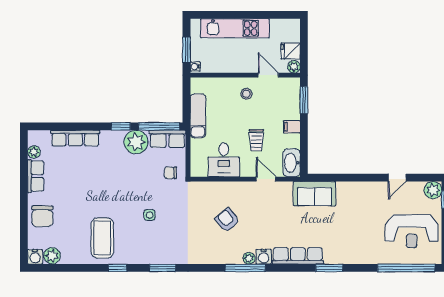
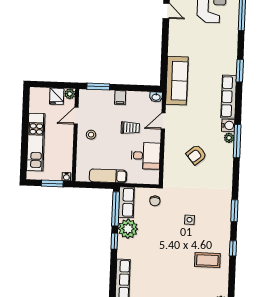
washbasin: (292, 163) -> (156, 97), width x0.52, depth x0.69
sofa: (315, 194) -> (177, 81), width x1.36
coffee table: (102, 238) -> (207, 260), width x0.73, depth x0.76

